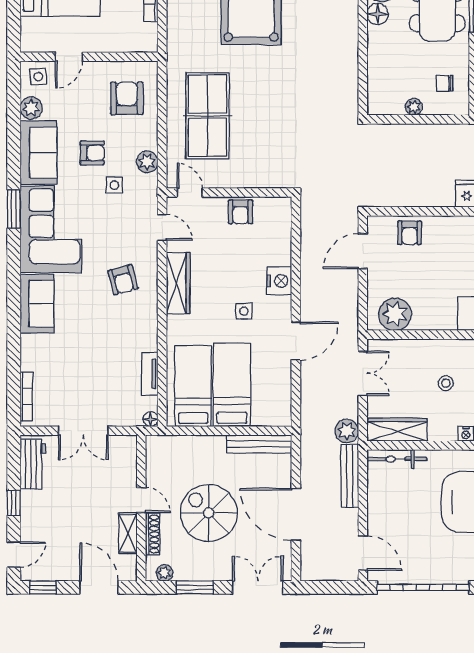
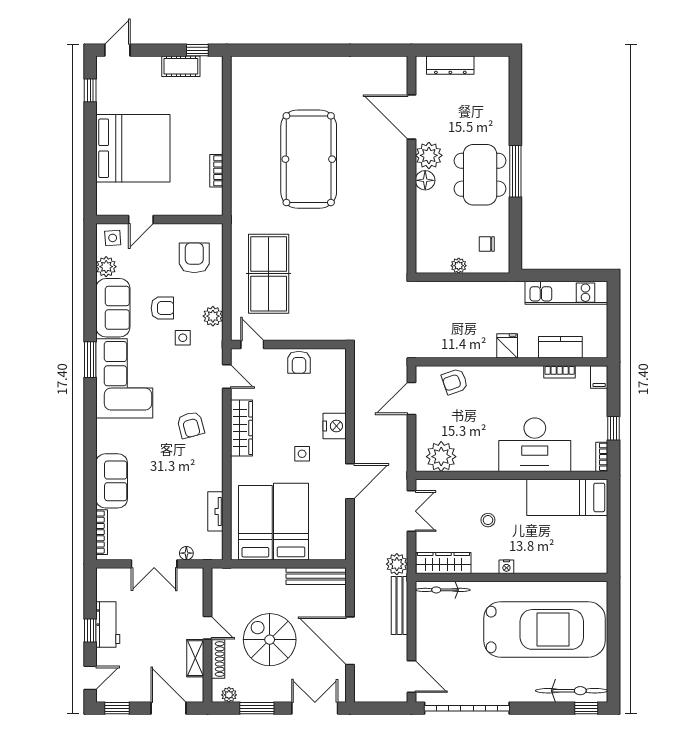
armchair: (410, 233) -> (455, 382), turned 71
sofa: (37, 304) -> (112, 481), moved
floor lamp: (151, 419) -> (186, 553), moved
workbench: (33, 464) -> (108, 624), moved

